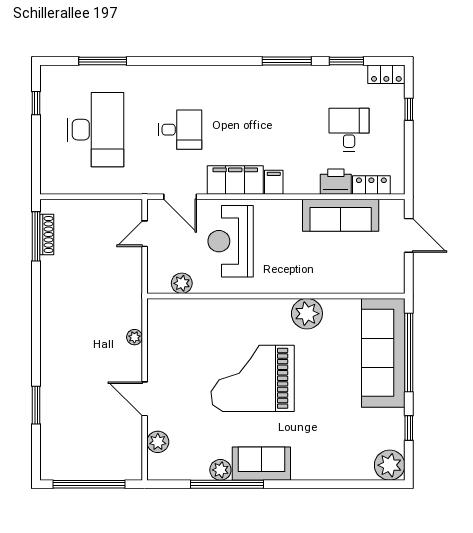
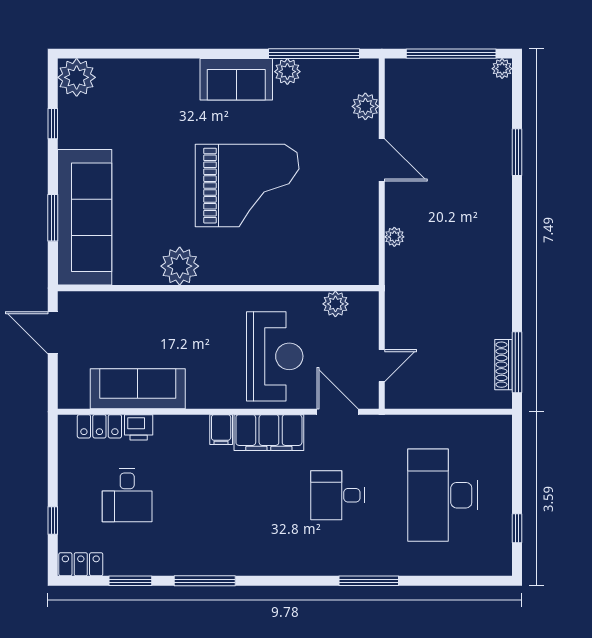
window: (103, 61) -> (369, 581), moved
printer: (336, 182) -> (139, 427), width x0.73, depth x0.81
door: (409, 235) -> (53, 333), moved
window: (409, 352) -> (53, 218), width x0.47
plant: (48, 472) -> (502, 69), added
window: (227, 484) -> (314, 54), moved

